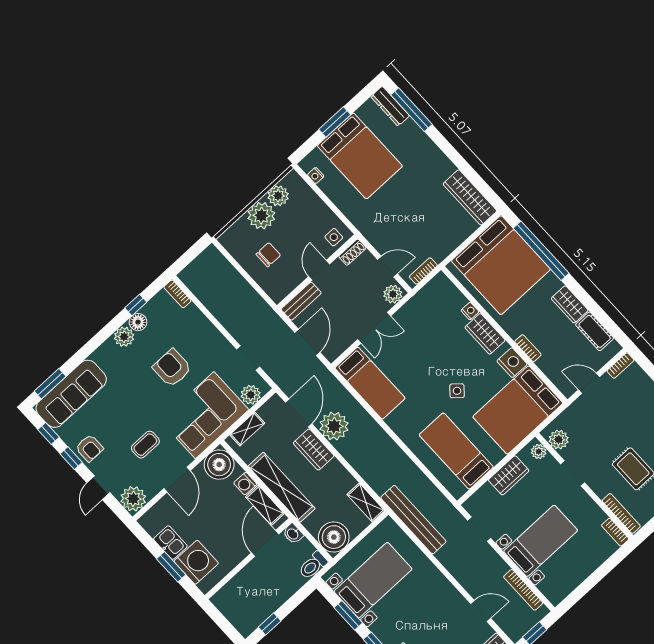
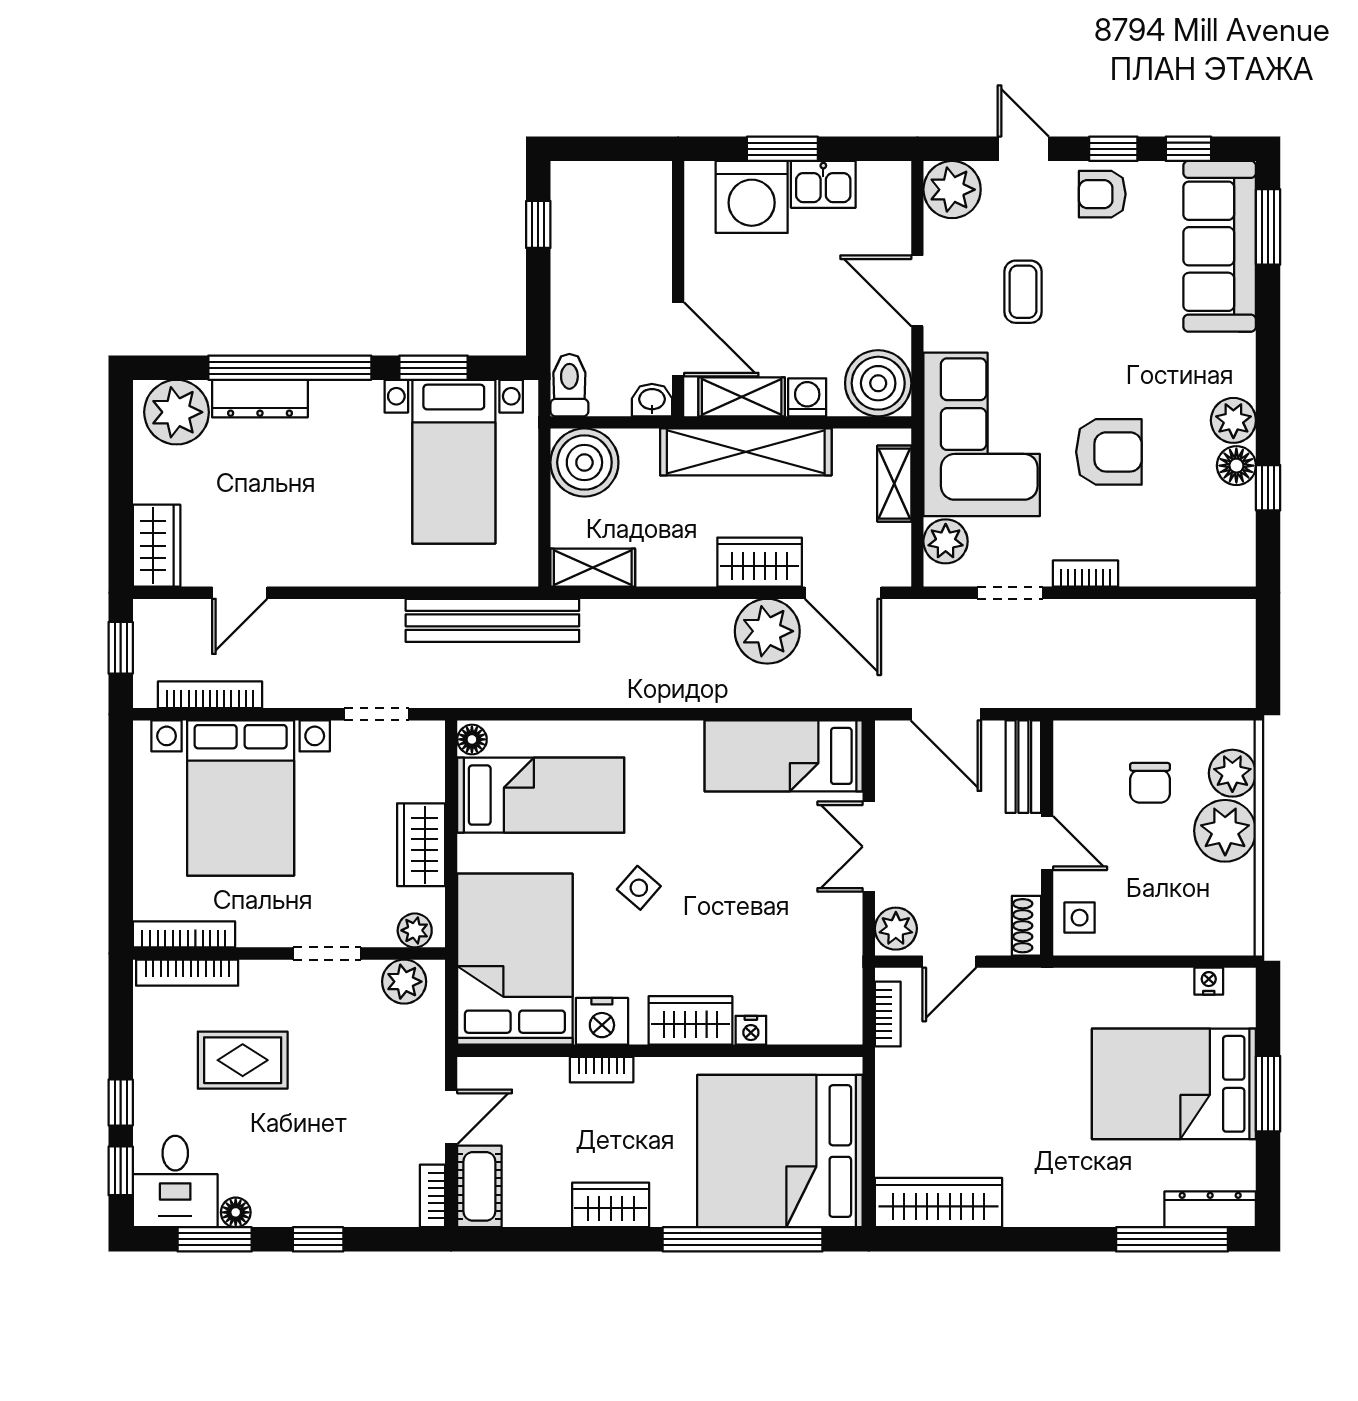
plant: (278, 196) -> (1232, 773), moved
bookcase: (177, 294) -> (1086, 574), moved
cot: (595, 331) -> (479, 1186), moved, turned 90
floor lamp: (459, 490) -> (472, 739), added
bookcase: (615, 532) -> (184, 934), width x1.56
bed with nightstands: (541, 541) -> (241, 798), width x1.36

